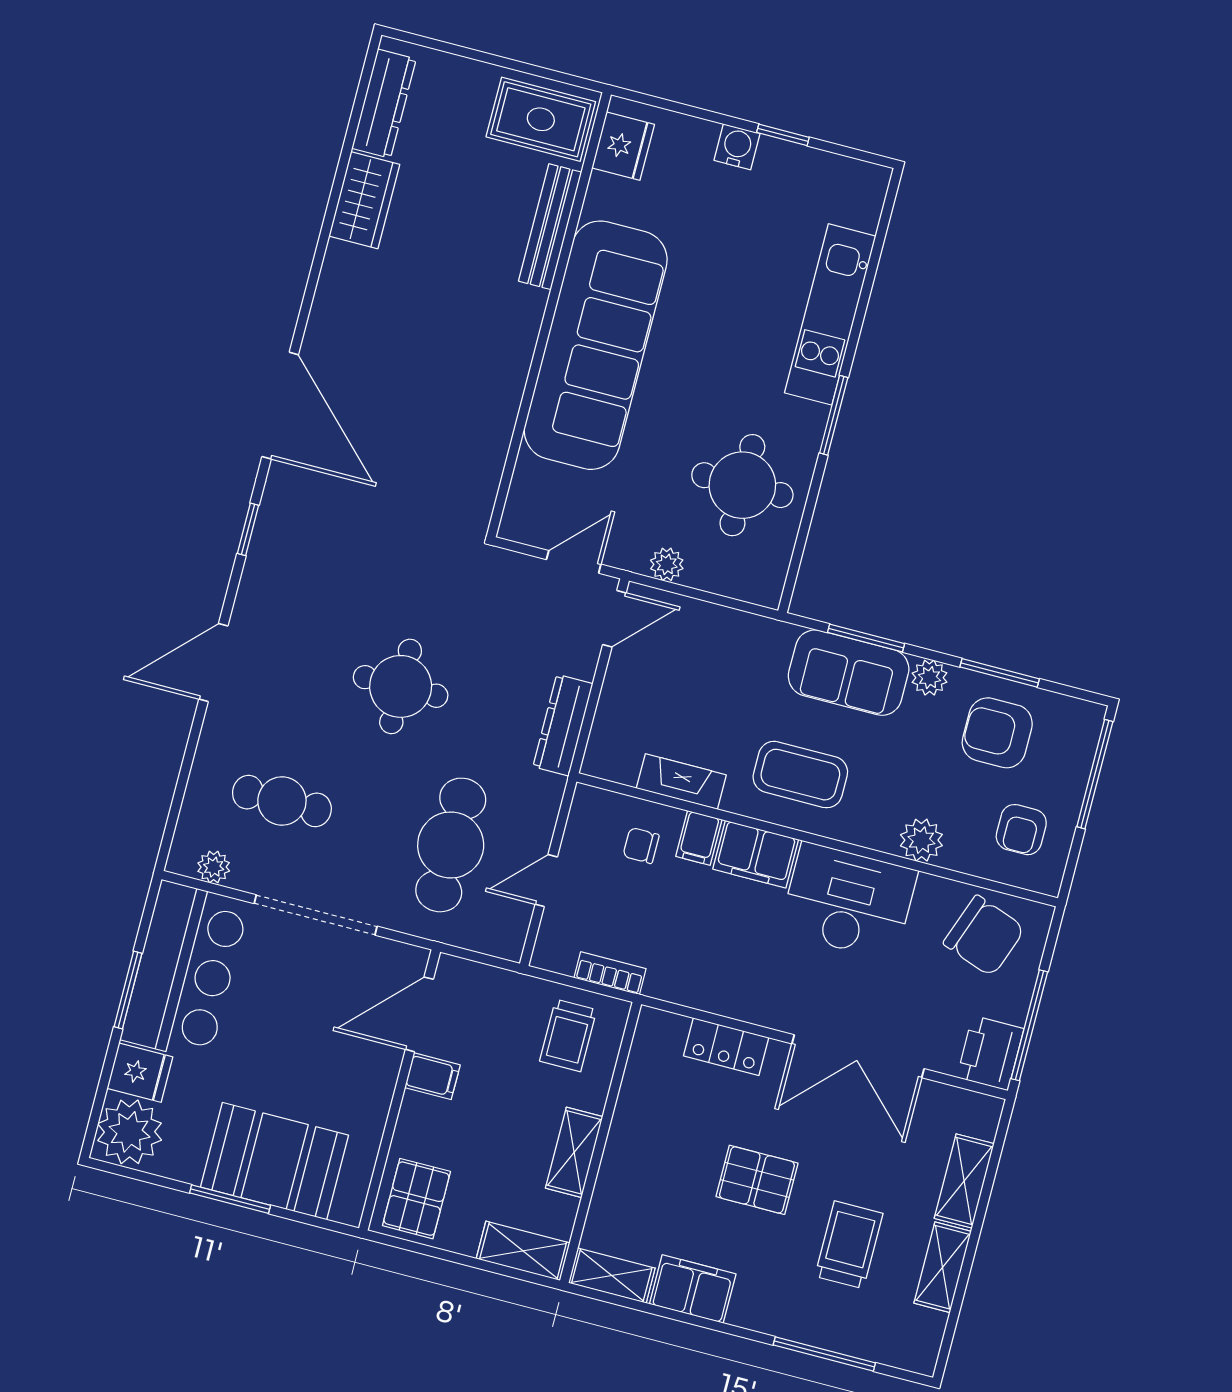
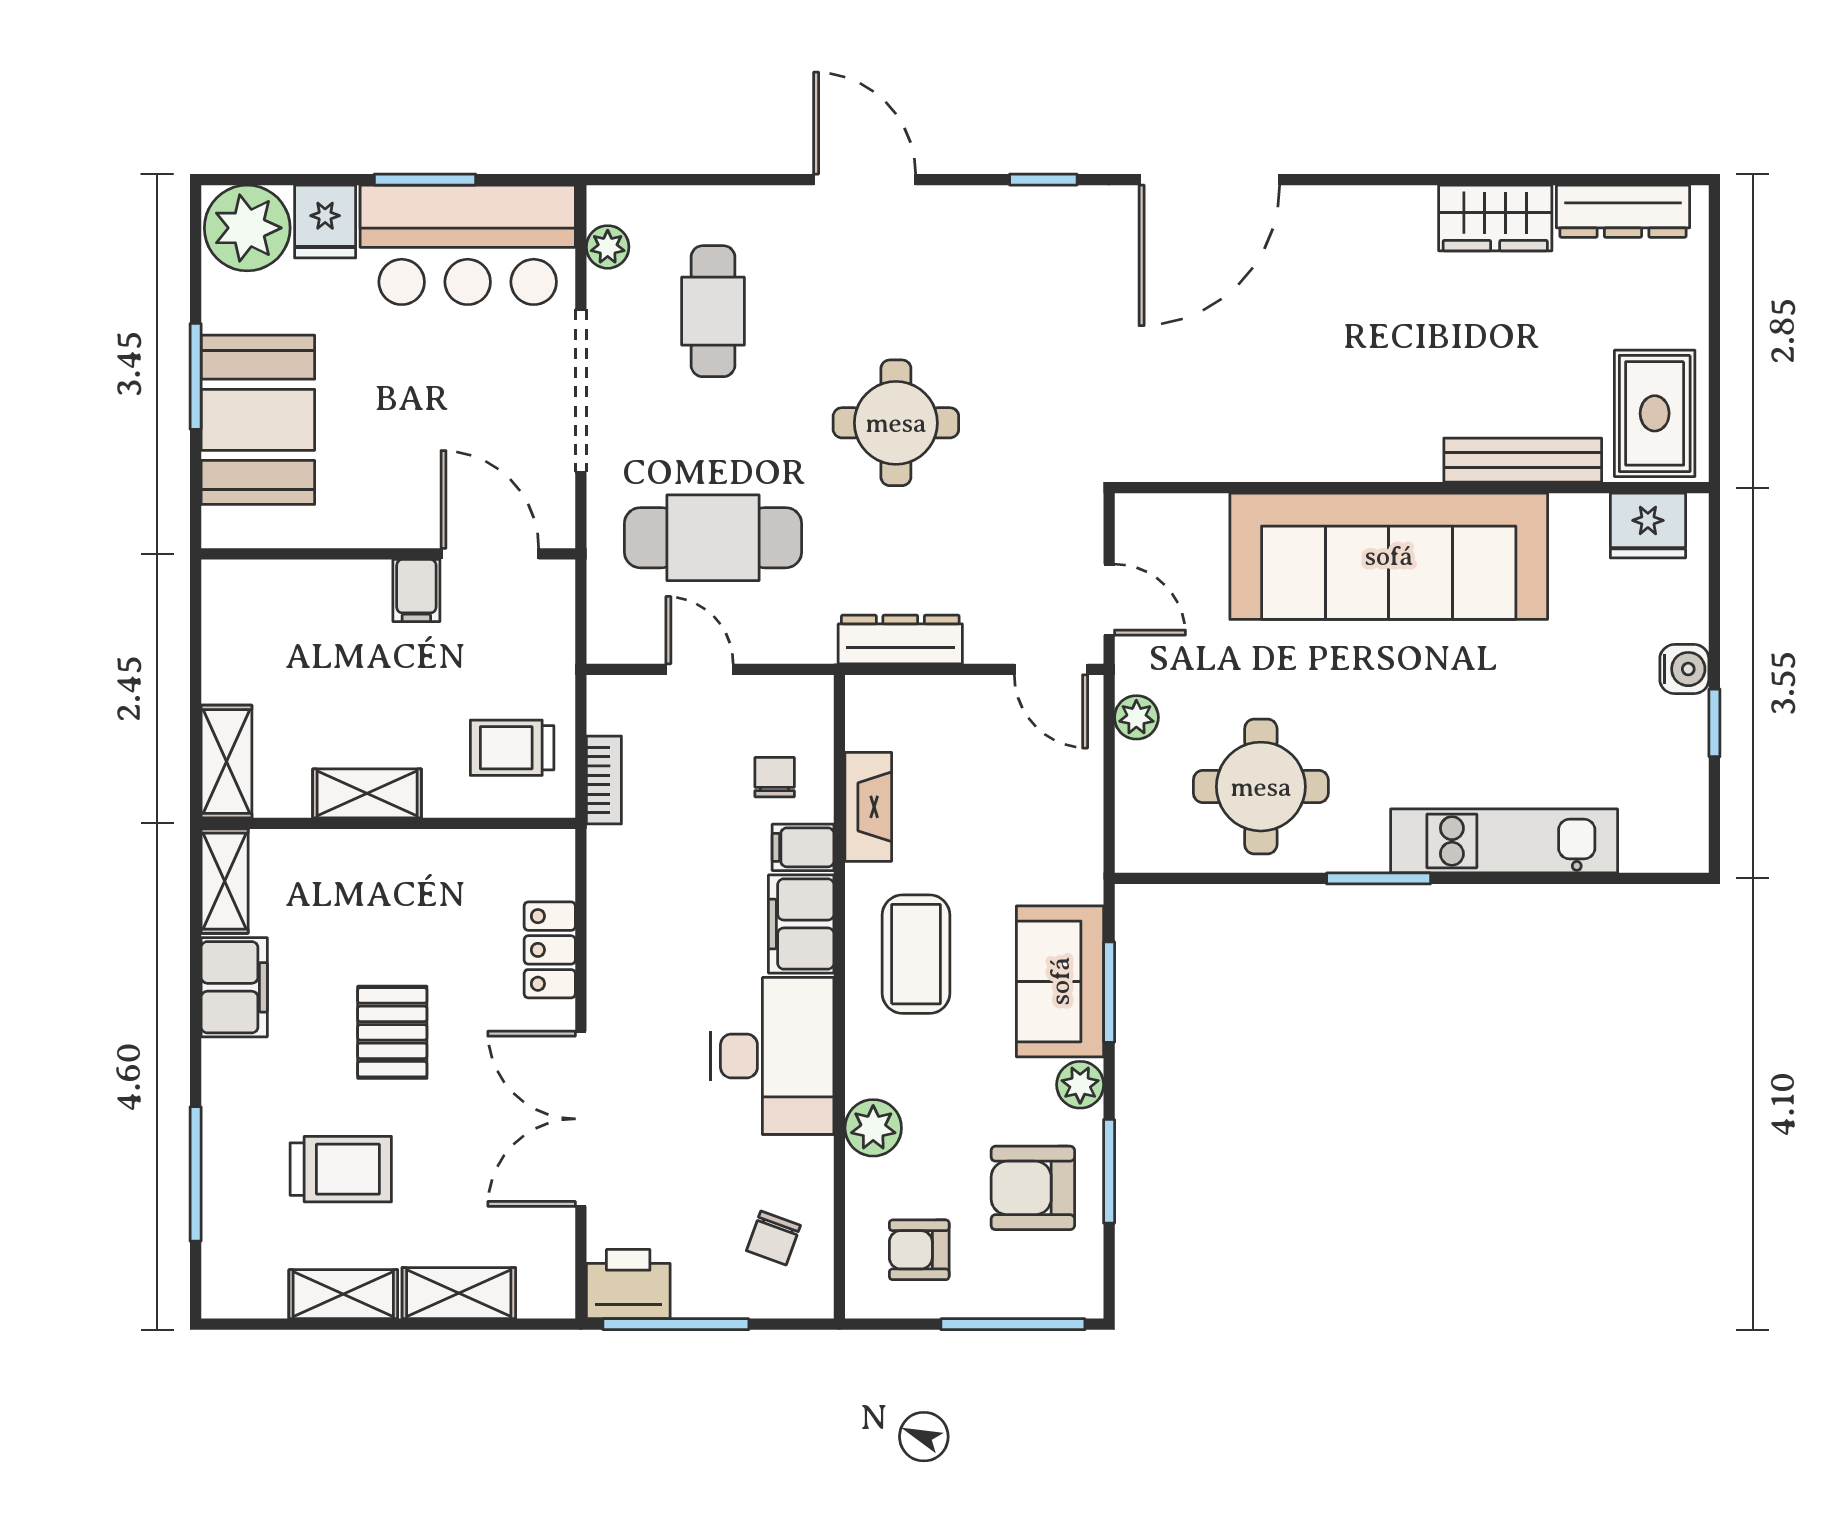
armchair: (997, 733) -> (1033, 1188), turned -90
chair: (984, 936) -> (773, 1238), width x0.54, depth x0.54
pallet: (416, 1199) -> (257, 610), removed

